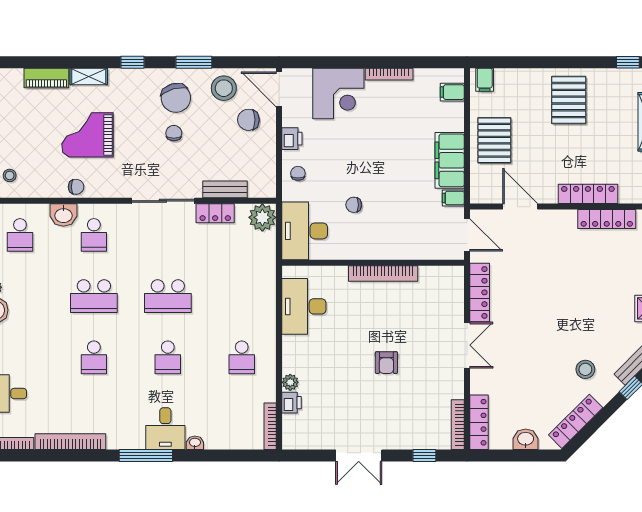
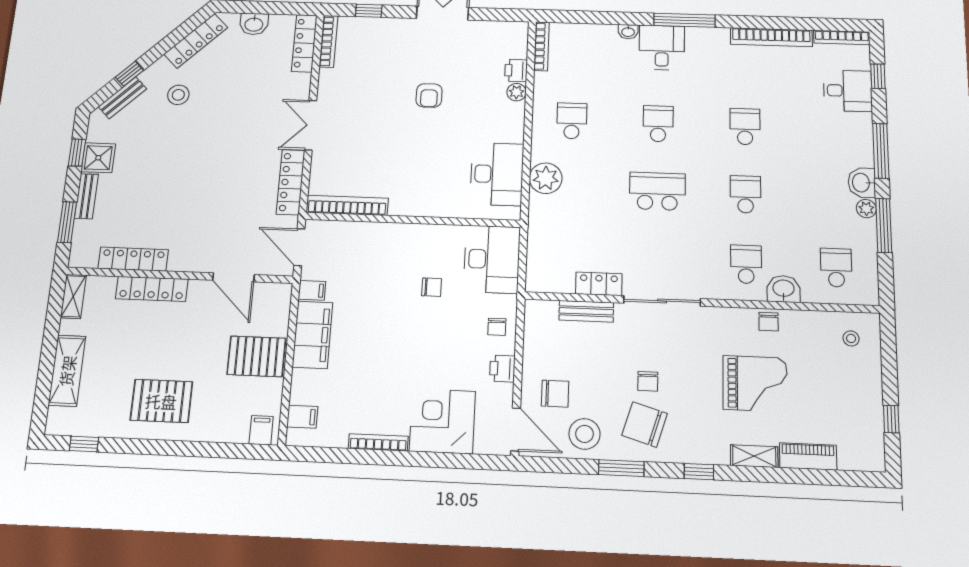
chair: (176, 98) -> (645, 424), turned -57
pallet: (569, 100) -> (161, 401), turned 90
pallet: (494, 140) -> (256, 356), turned 90
chair: (76, 187) -> (769, 322), turned -90
plant: (262, 217) -> (546, 178), moved
bookcase: (383, 274) -> (347, 205), moved
school desk: (94, 296) -> (746, 194), width x0.54
armchair: (386, 363) -> (429, 95), moved, turned 180

